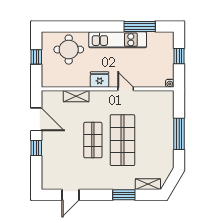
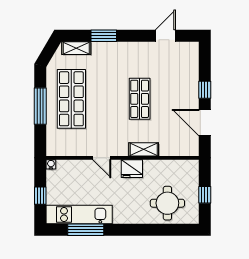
kitchen unit: (118, 40) -> (79, 215), moved
shelving: (76, 96) -> (144, 149), moved
shop shelf: (122, 140) -> (71, 99), moved

